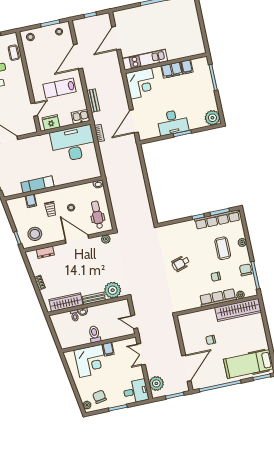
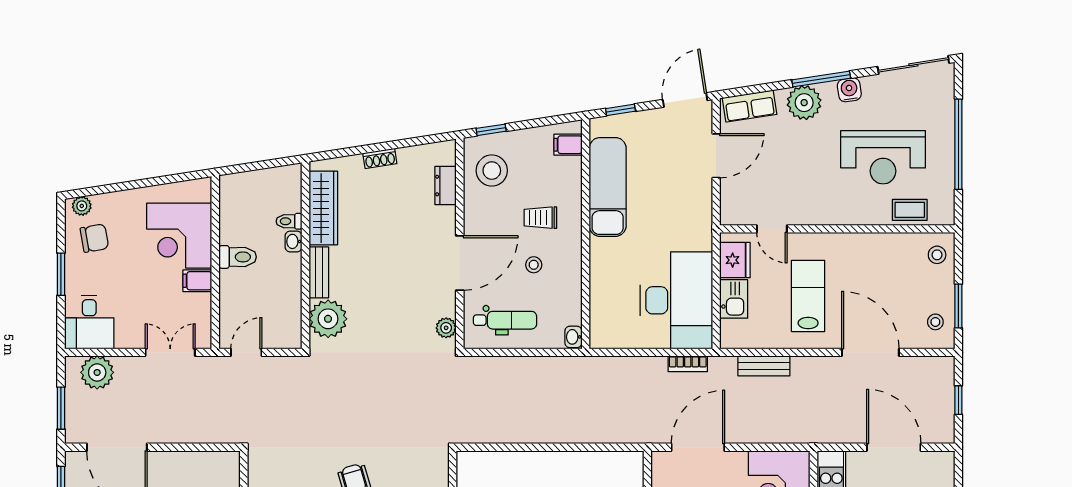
kitchen sink: (81, 117) -> (734, 299), moved
door: (134, 121) -> (698, 447), hinge flipped
exam couch: (37, 184) -> (608, 187), width x1.36, depth x1.45
filing cabinet: (31, 201) -> (568, 145), moved

